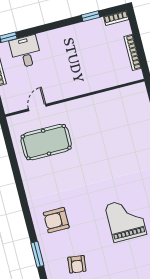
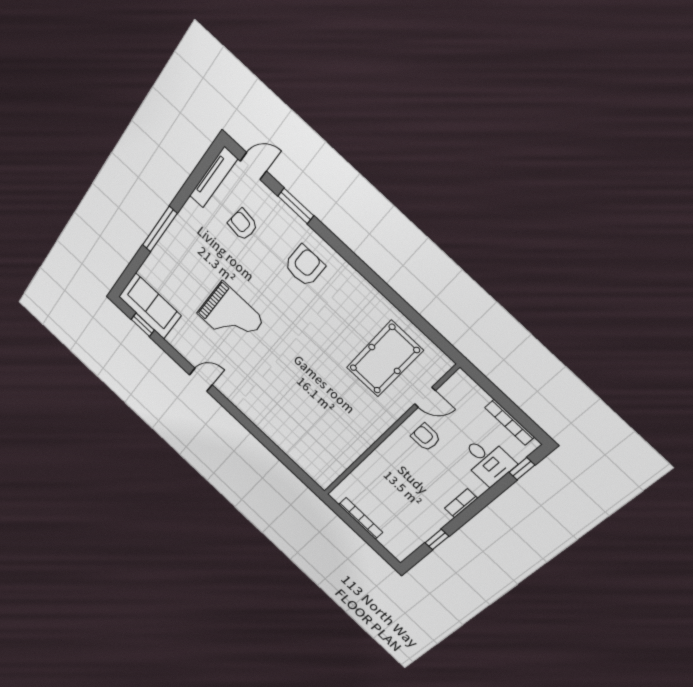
bookcase: (116, 18) -> (461, 503), moved
armchair: (53, 84) -> (426, 437), added
door: (37, 108) -> (425, 397), hinge flipped

